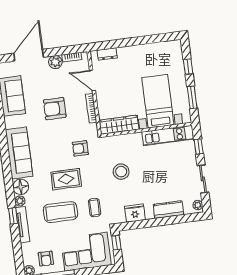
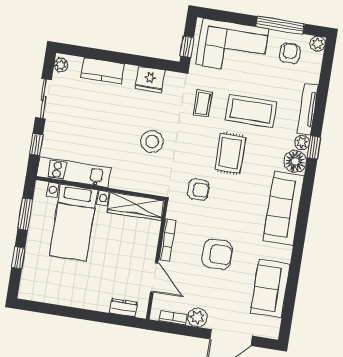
rug: (66, 179) -> (230, 153), turned 90
window: (13, 216) -> (314, 147), moved

